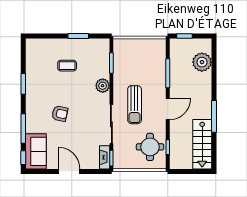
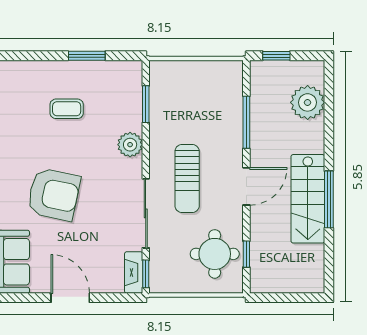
armchair: (60, 114) -> (54, 194), width x1.88, depth x1.88
stairs: (202, 144) -> (308, 199), moved

